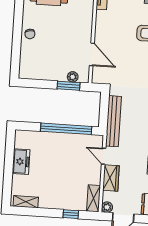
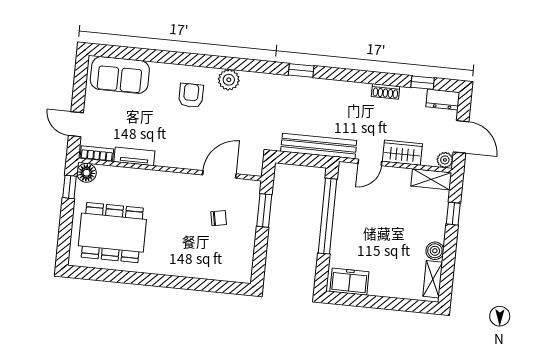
chair: (30, 34) -> (219, 218), moved
plant: (73, 77) -> (251, 204), removed
freezer: (21, 162) -> (349, 282), moved
boiler: (45, 203) -> (435, 251), added

